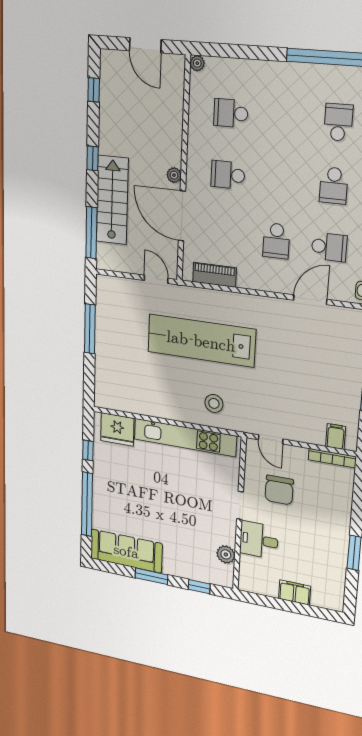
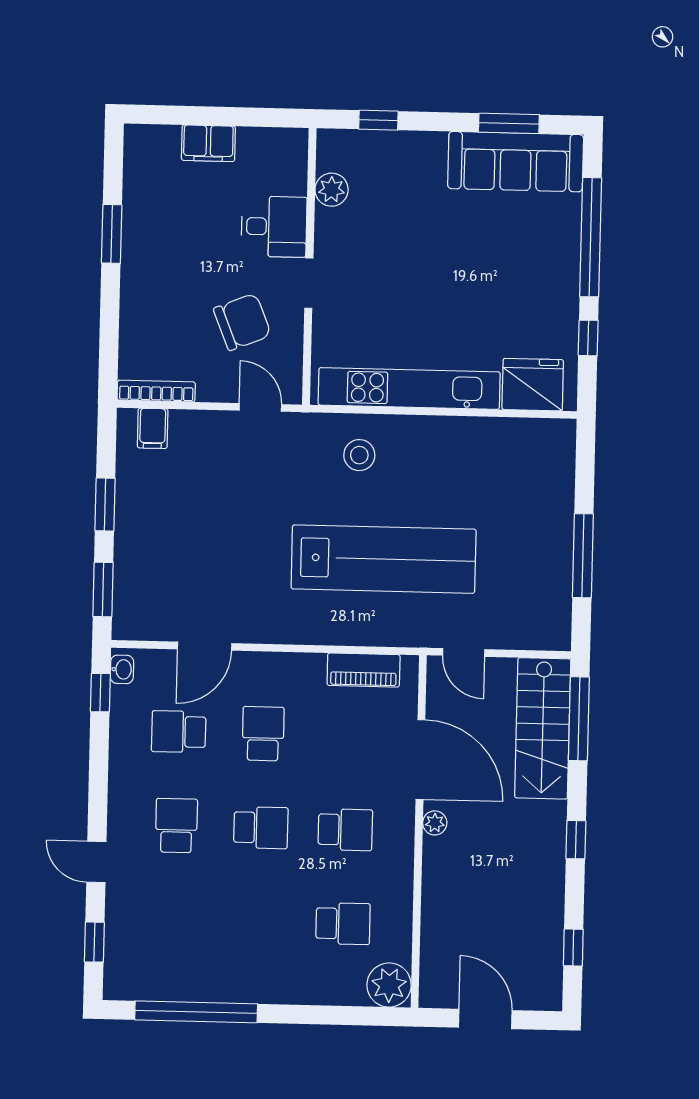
plant: (197, 63) -> (389, 985), width x1.87, depth x1.87
school desk: (338, 122) -> (261, 828), moved, turned -90
stairs: (112, 200) -> (543, 728), moved
chair: (279, 490) -> (242, 322), turned 68
window: (151, 576) -> (509, 123), moved

